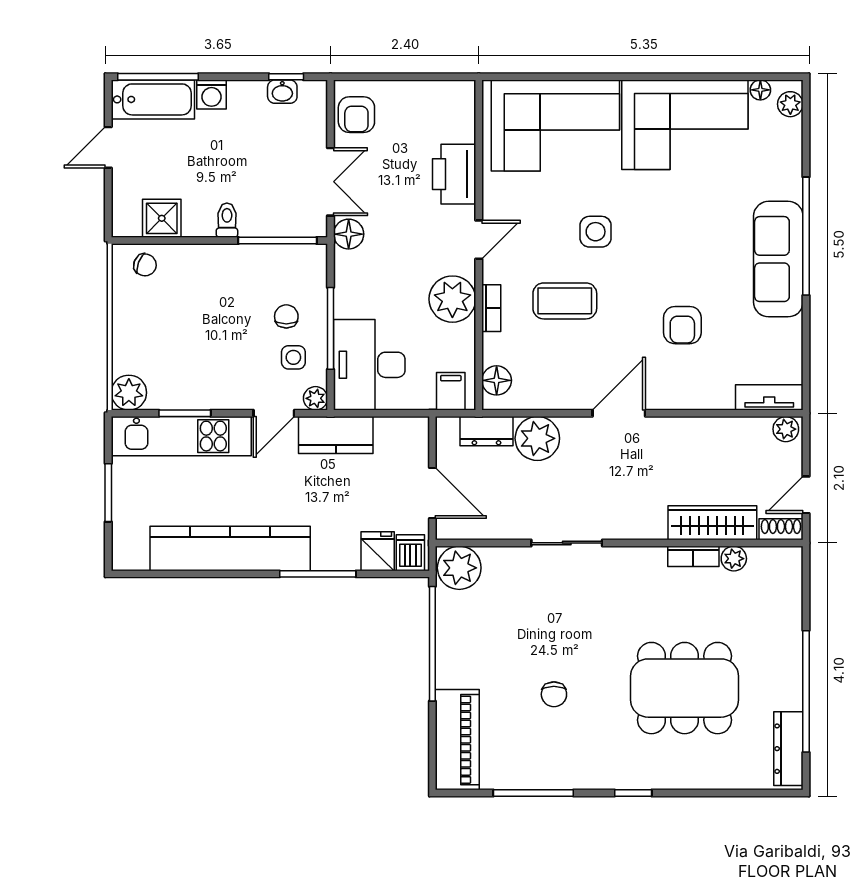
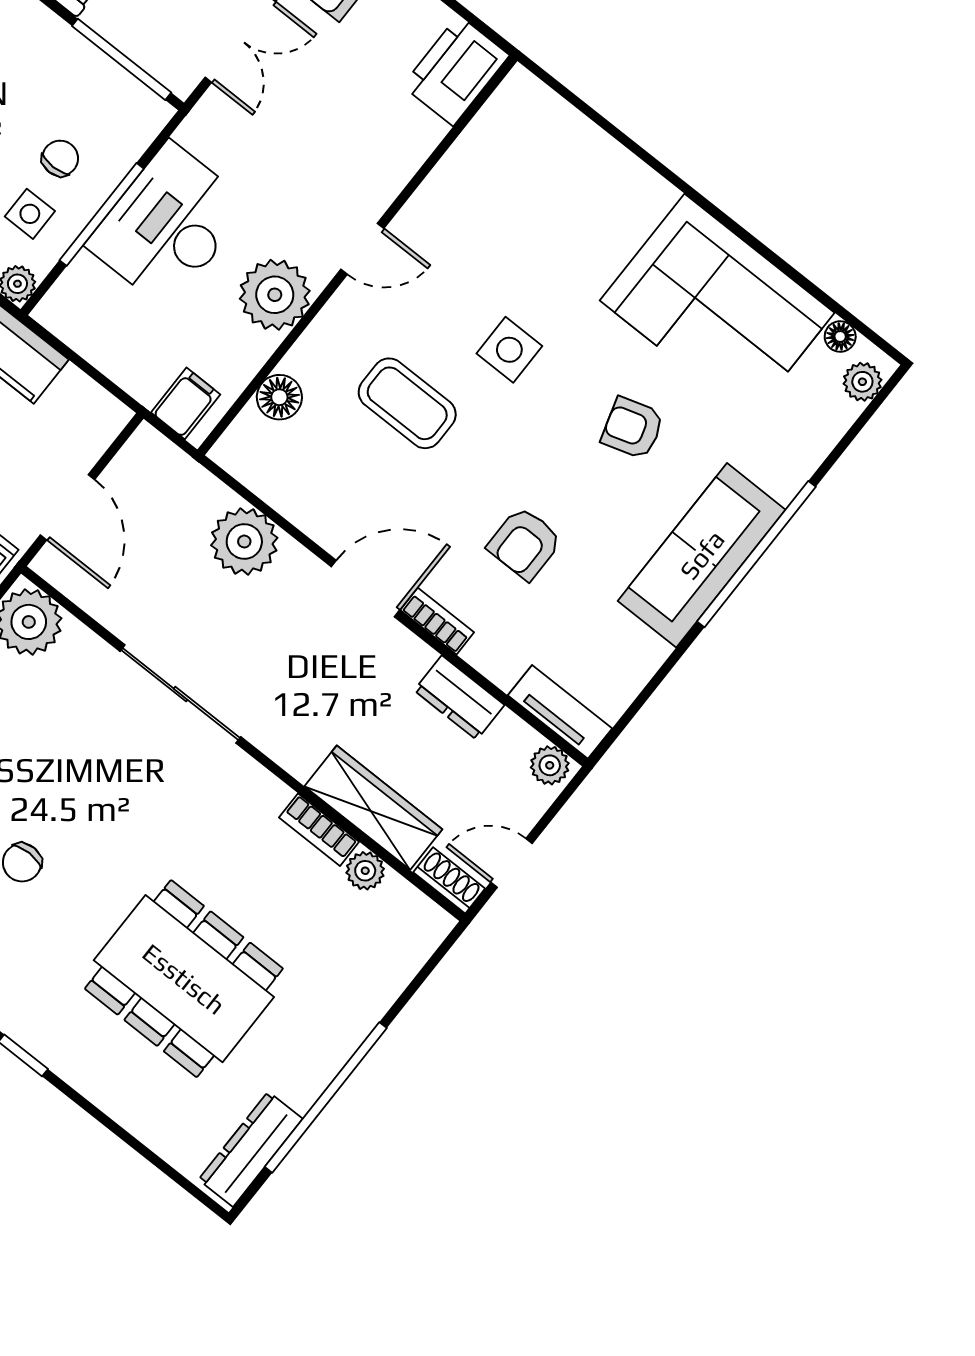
corner sofa: (555, 126) -> (562, 185), removed
printer: (454, 174) -> (456, 71), moved
armchair: (691, 222) -> (633, 428), added
floor lamp: (349, 234) -> (212, 119), removed
bookcase: (491, 308) -> (437, 621), moved, turned -90
desk: (369, 365) -> (168, 225), moved
floor lamp: (497, 380) -> (279, 397), moved
dresser: (486, 431) -> (459, 698), moved
sliding door: (567, 543) -> (181, 694), width x1.37

